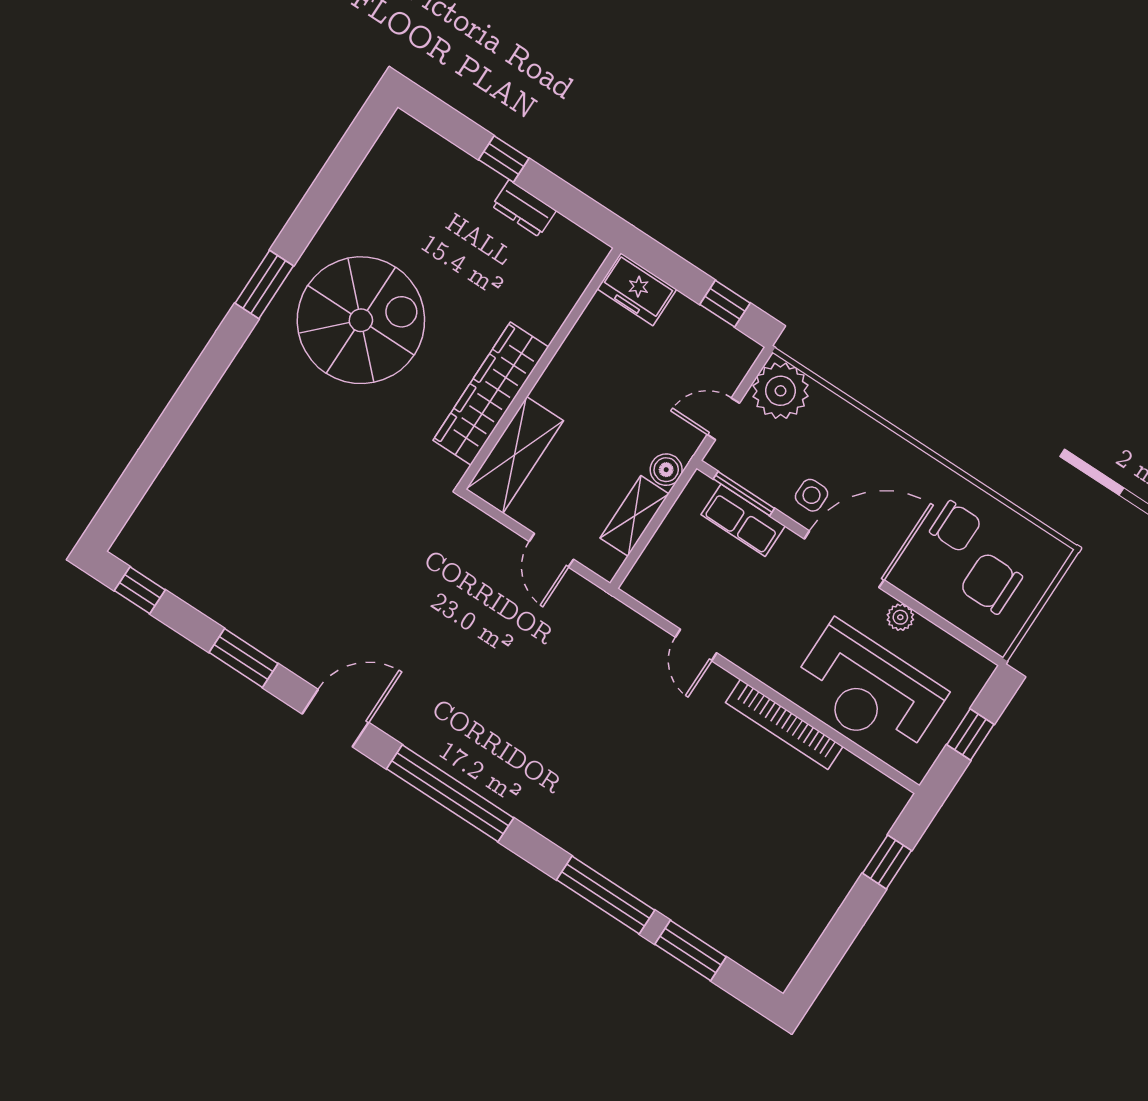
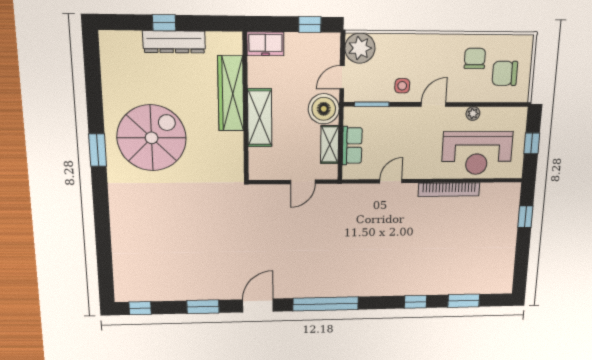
dresser: (524, 208) -> (174, 42), width x1.96, depth x1.24
wardrobe: (491, 394) -> (231, 94), moved
shelving: (515, 455) -> (260, 118), moved
boiler: (666, 470) -> (324, 109), width x1.86, depth x1.86
row of seats: (743, 520) -> (352, 146), moved, turned -90
chair: (956, 526) -> (475, 58), turned -90
door: (551, 550) -> (303, 182), hinge flipped
door: (844, 559) -> (433, 104), width x0.53
door: (696, 645) -> (391, 181), swing flipped
window: (606, 895) -> (415, 302), width x0.46

